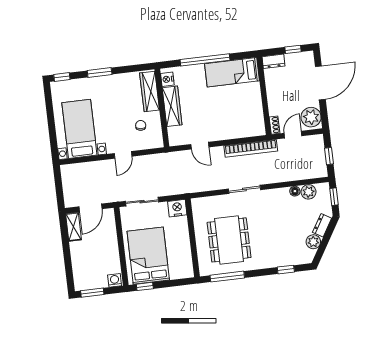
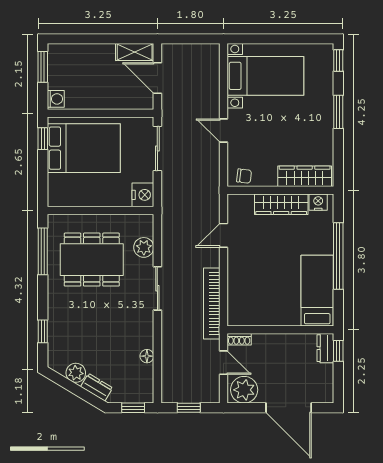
window: (293, 49) -> (338, 351), moved
chair: (141, 125) -> (244, 176), moved
plant: (308, 192) -> (144, 247), moved

